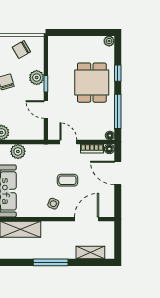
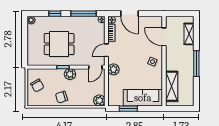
plant: (37, 78) -> (70, 74), moved
dining table: (92, 83) -> (59, 44), moved
door: (46, 110) -> (95, 67), moved
plant: (18, 151) -> (113, 69), moved
door: (118, 173) -> (130, 14), hinge flipped
coffee table: (67, 180) -> (135, 51), removed

